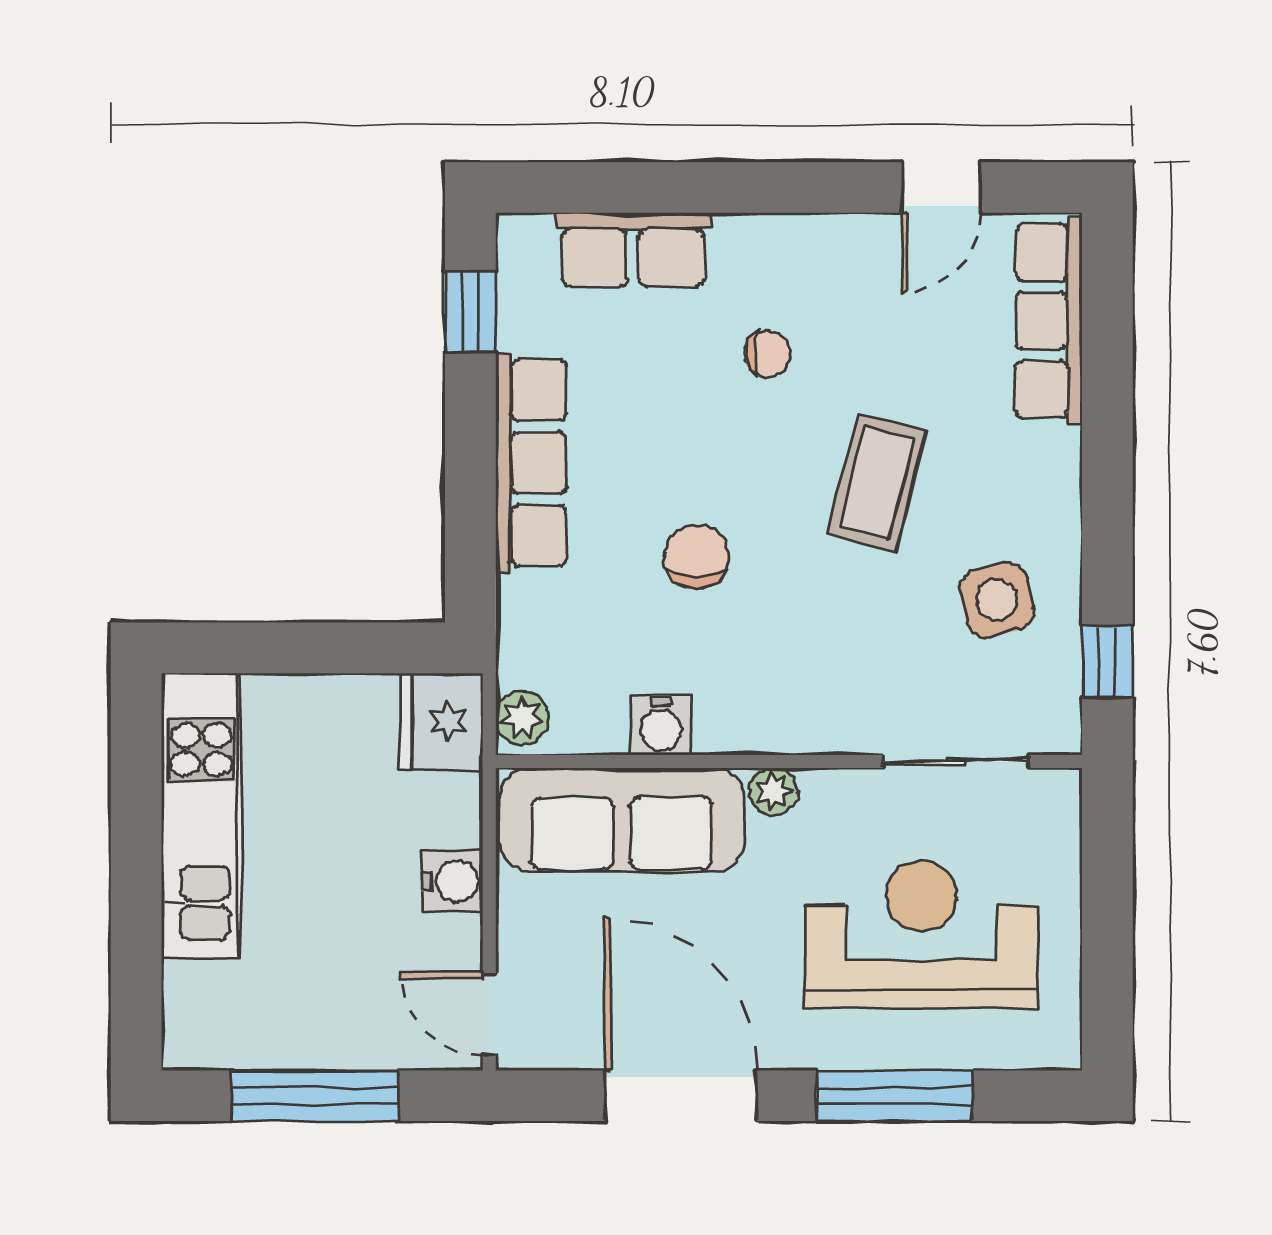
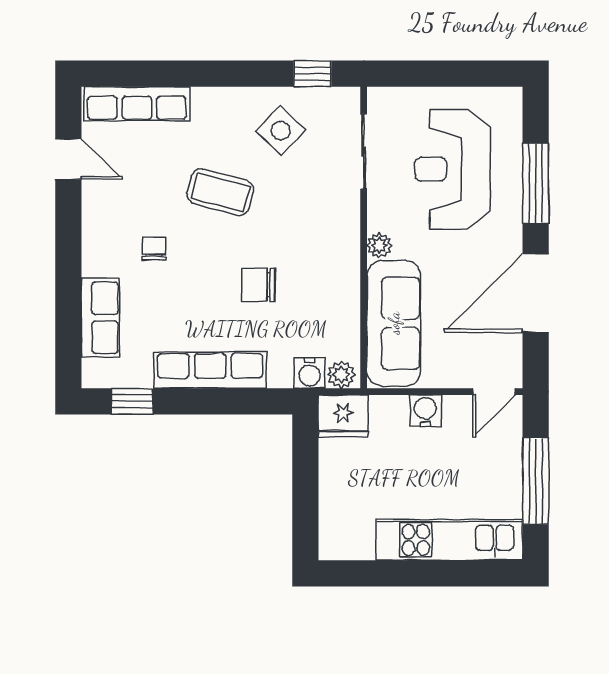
side table: (997, 600) -> (281, 131), turned -33
water cooler: (661, 725) -> (310, 373), moved, turned 90
kitchen unit: (201, 815) -> (449, 540), moved

